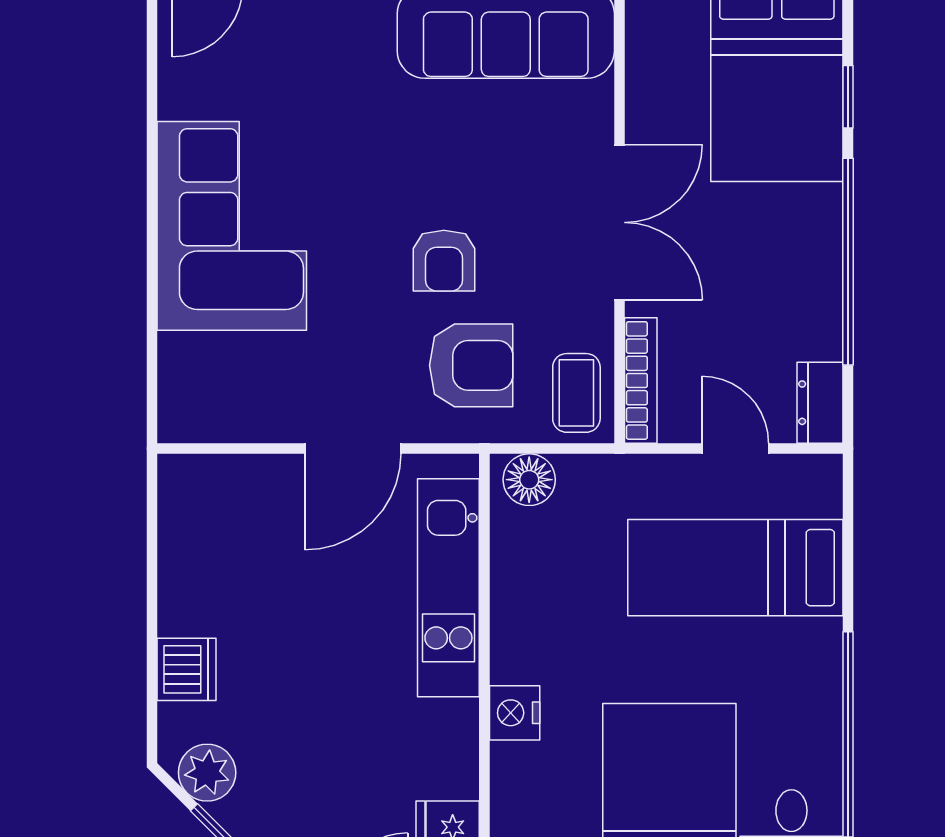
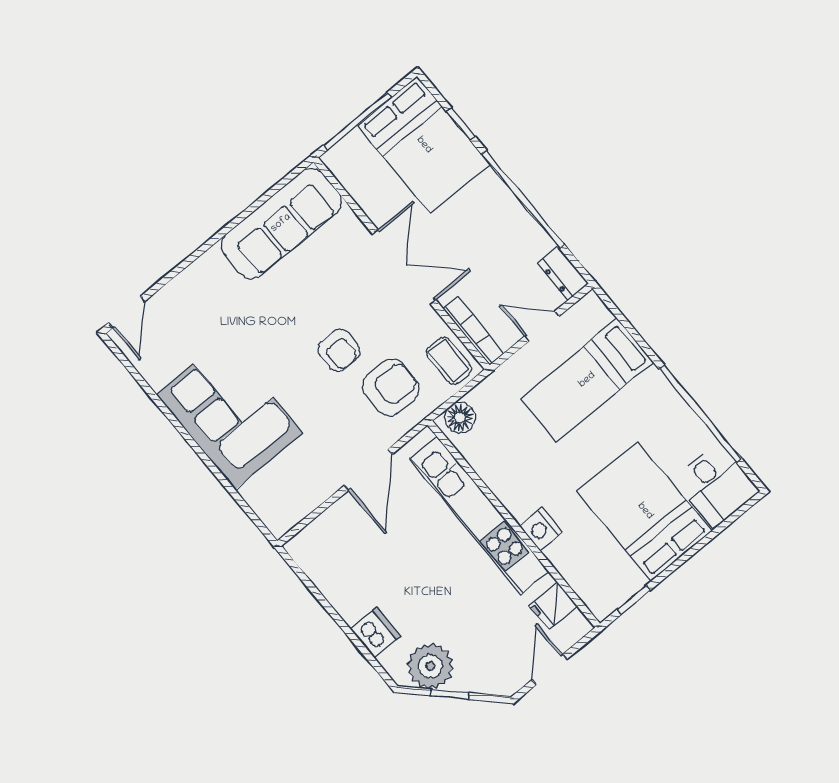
kitchen unit: (448, 588) -> (479, 515), width x1.36
plant: (207, 773) -> (430, 666), width x1.36, depth x1.36

